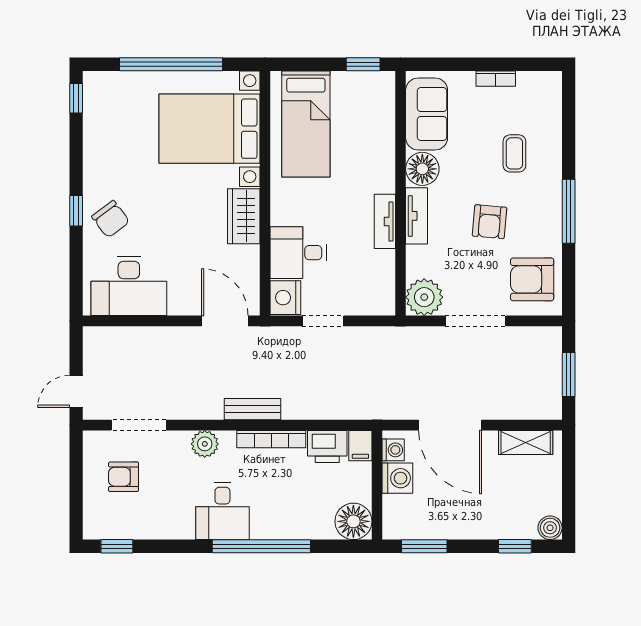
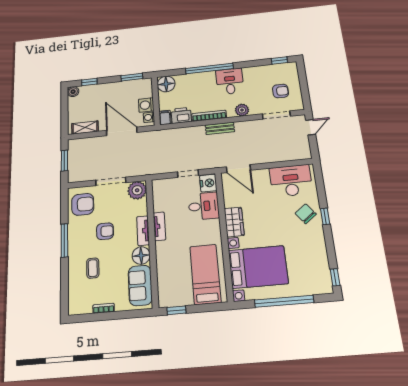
armchair: (490, 222) -> (105, 231), turned 85

